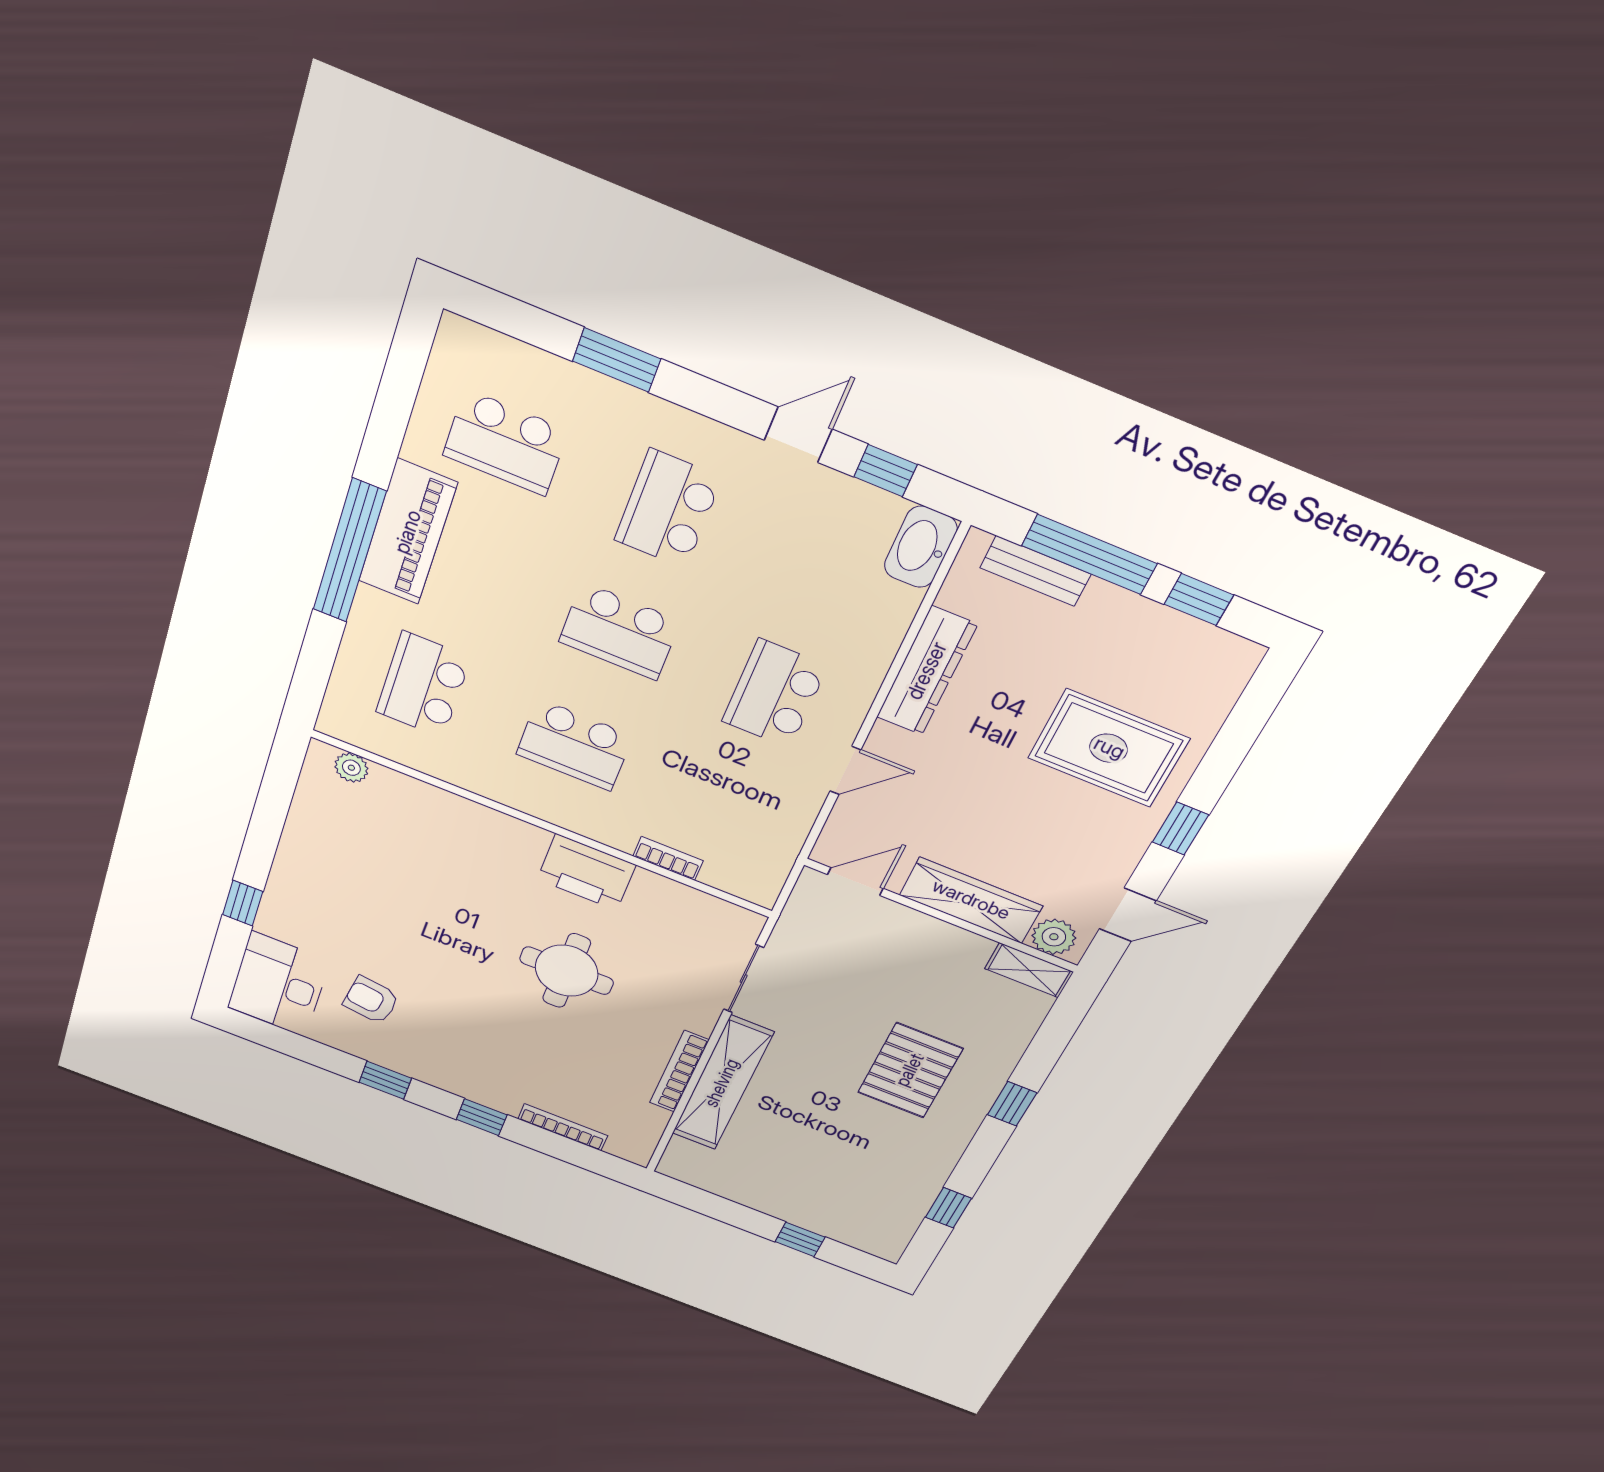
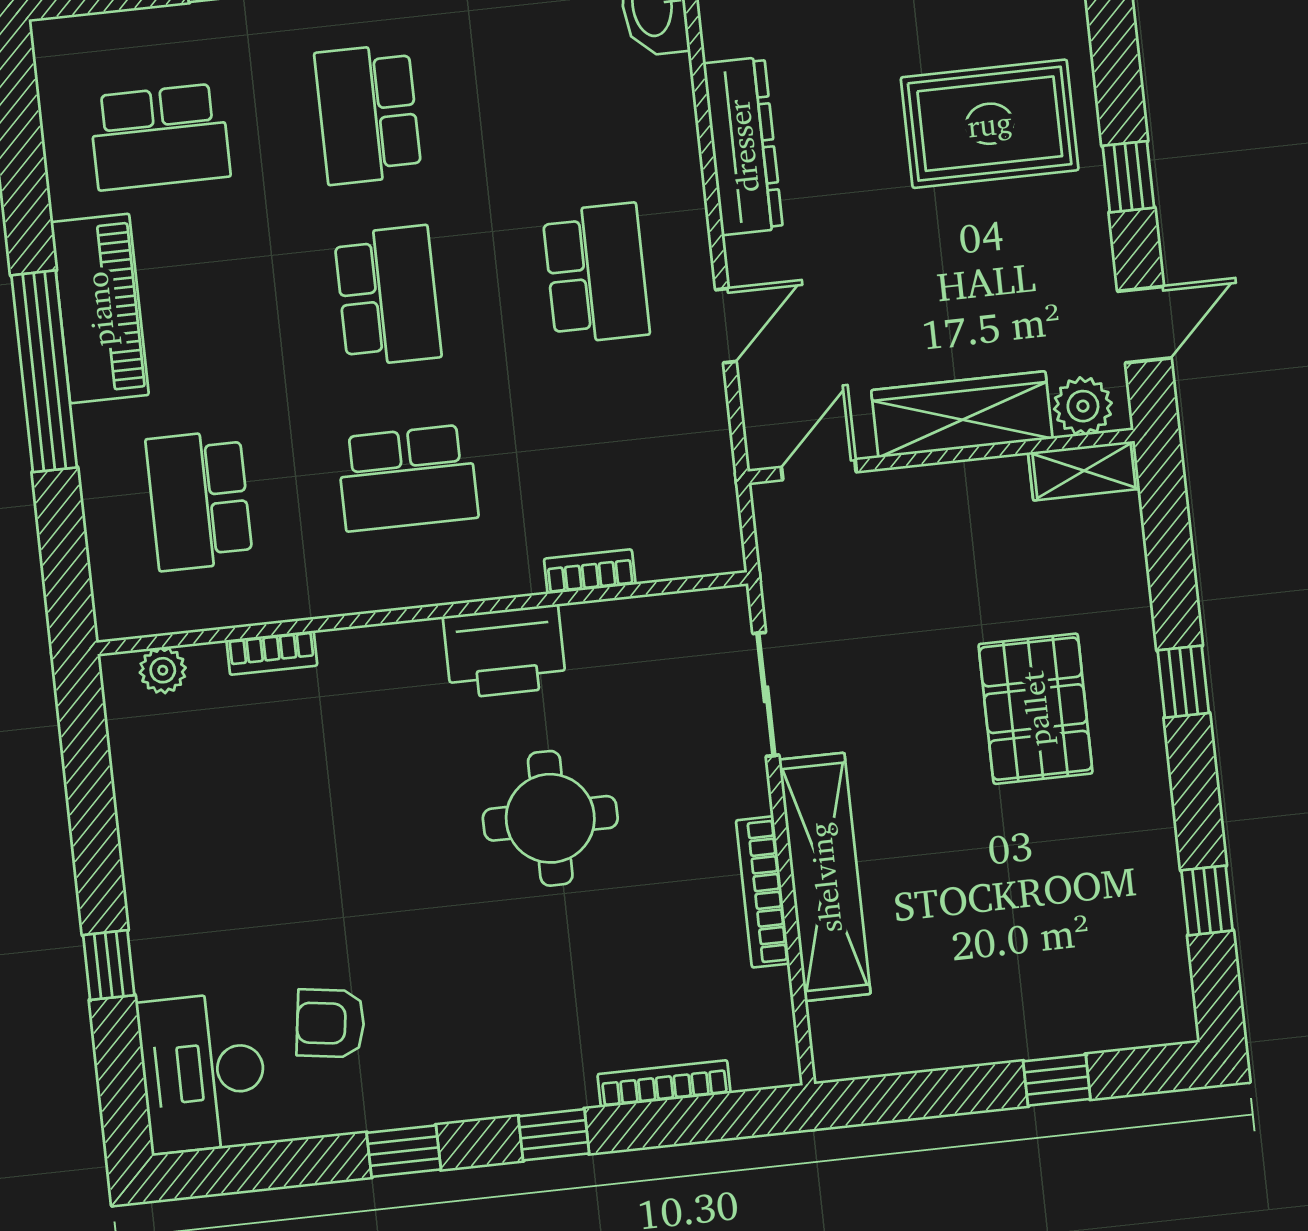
school desk: (619, 631) -> (388, 296), turned -90
school desk: (774, 694) -> (596, 273), turned 180
bookcase: (430, 795) -> (272, 653), added

